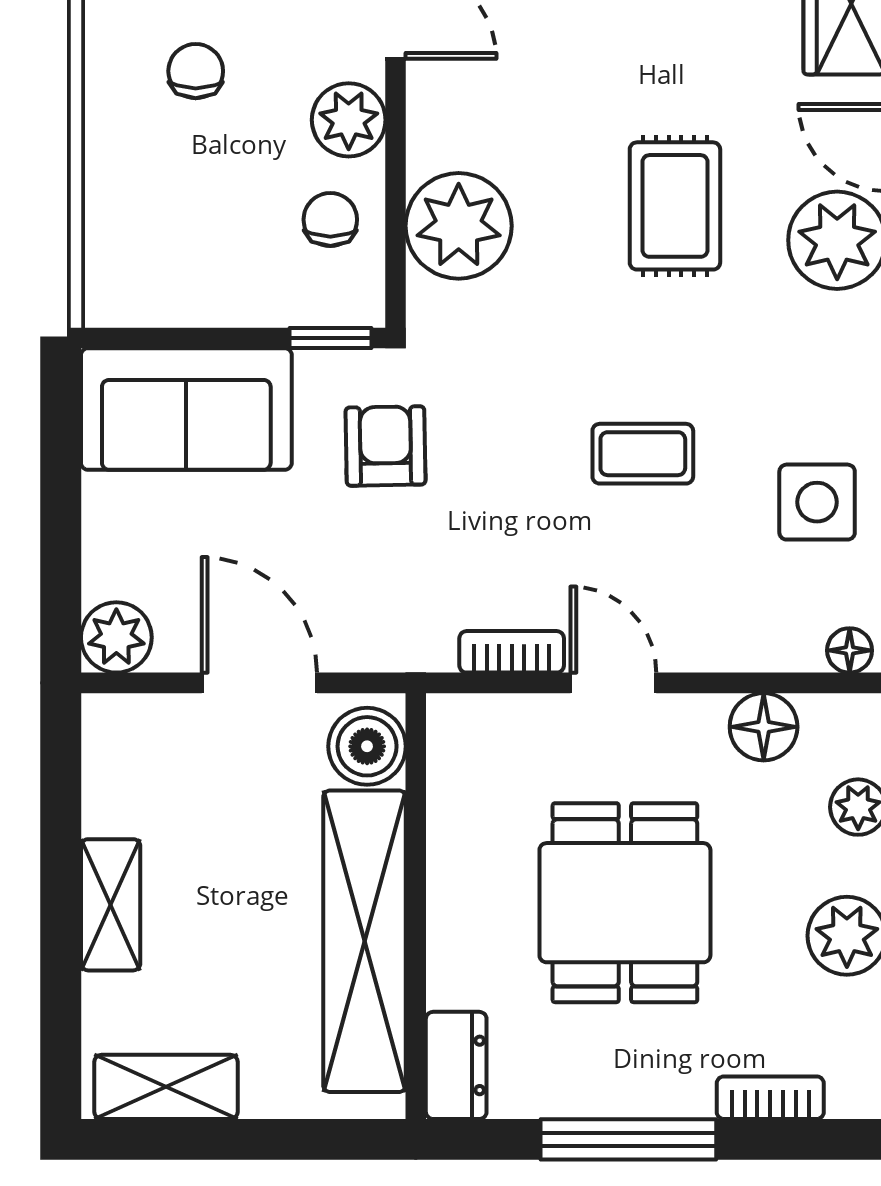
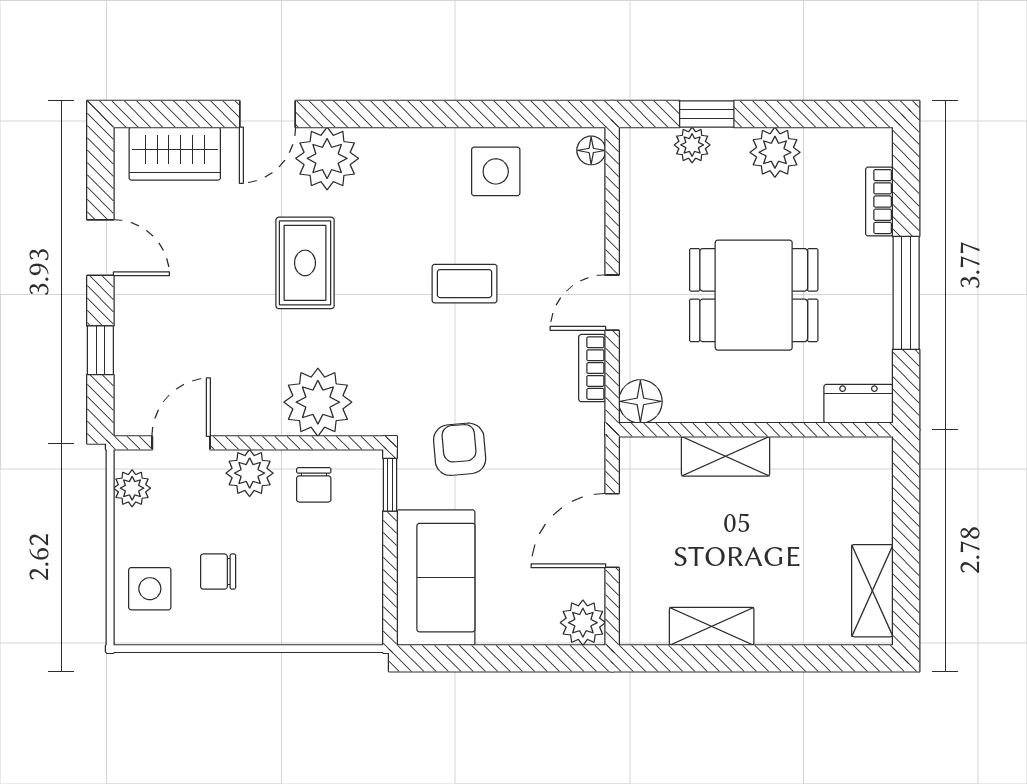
rug: (675, 206) -> (305, 263), turned 90
chair: (330, 220) -> (314, 485), turned -90
armchair: (386, 446) -> (460, 449), turned 86
coffee table: (643, 454) -> (465, 284), turned 90
floor lamp: (764, 727) -> (640, 401), moved
boiler: (367, 746) -> (653, 461), removed
shelving: (111, 905) -> (712, 626), moved
shelving: (365, 941) -> (726, 456), width x0.45, depth x0.75

